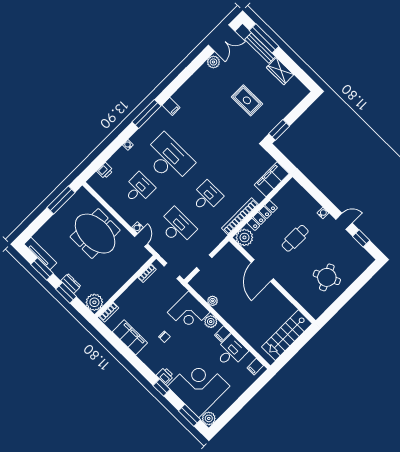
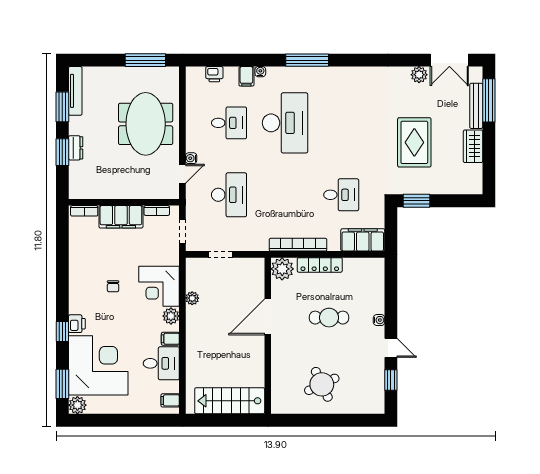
rug: (247, 100) -> (414, 142), width x1.36, depth x1.43
filing cabinet: (171, 106) -> (246, 76), moved
desk: (207, 197) -> (341, 195), moved
plant: (94, 302) -> (80, 188), removed
filing cabinet: (130, 337) -> (121, 217), moved, turned 90

